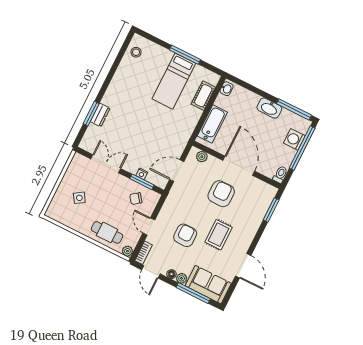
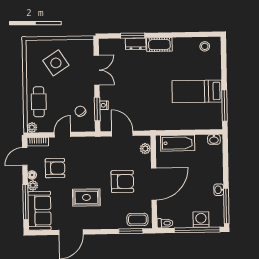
window: (185, 55) -> (225, 106), moved
cot: (203, 96) -> (159, 45), moved
washbasin: (269, 108) -> (219, 190), width x0.52, depth x0.69
side table: (79, 198) -> (56, 63), width x1.87, depth x1.87
coffee table: (264, 198) -> (137, 220), added
armchair: (185, 235) -> (55, 168), moved

